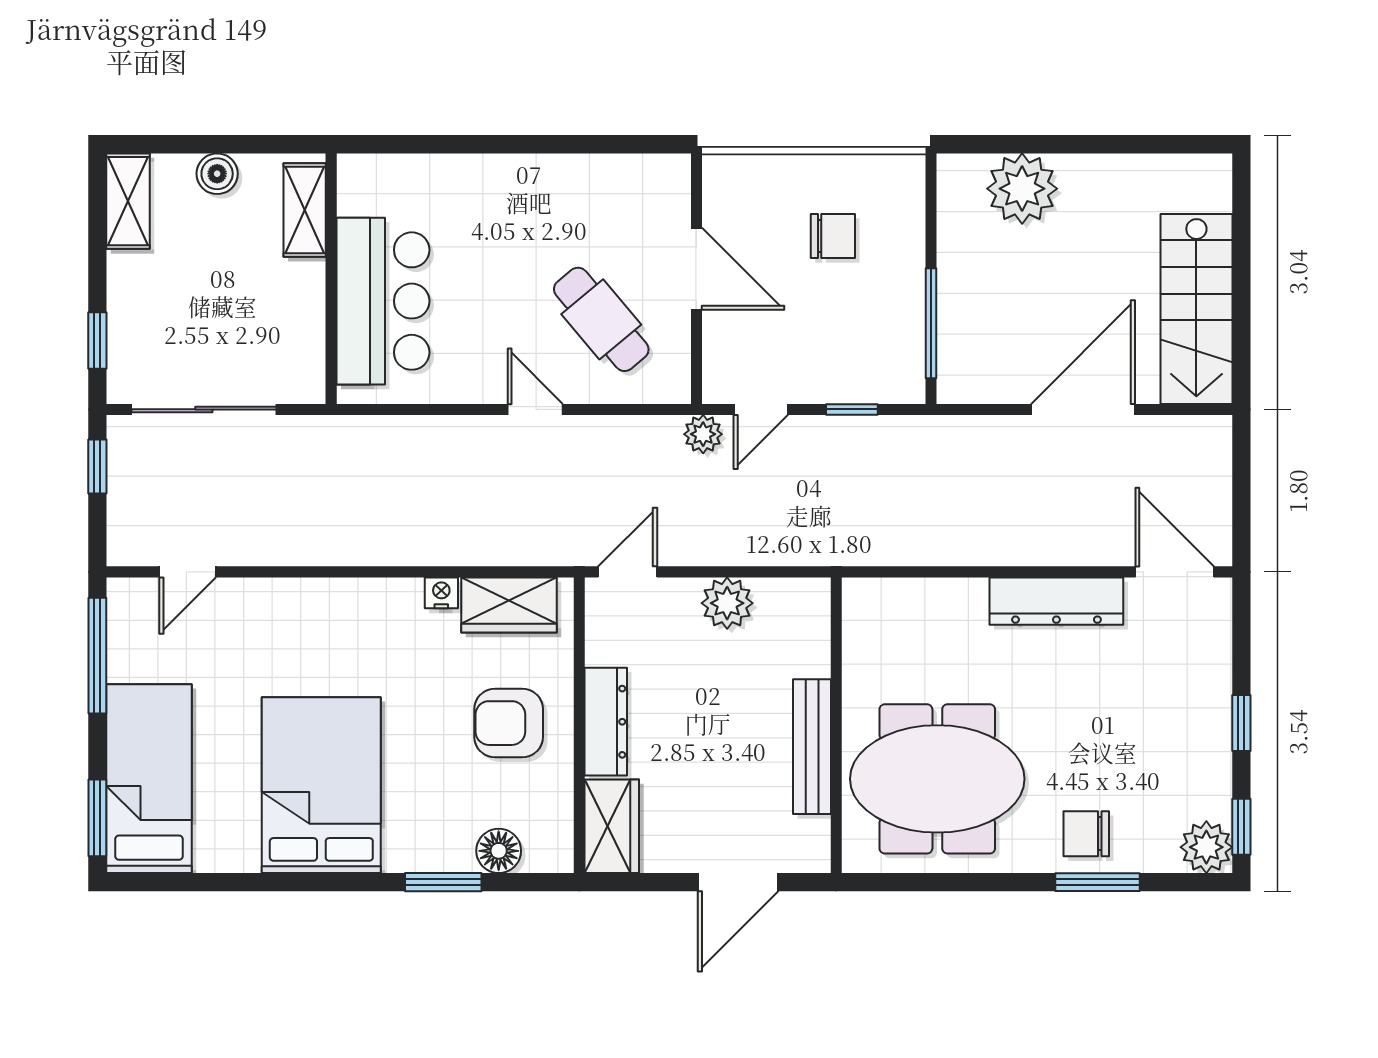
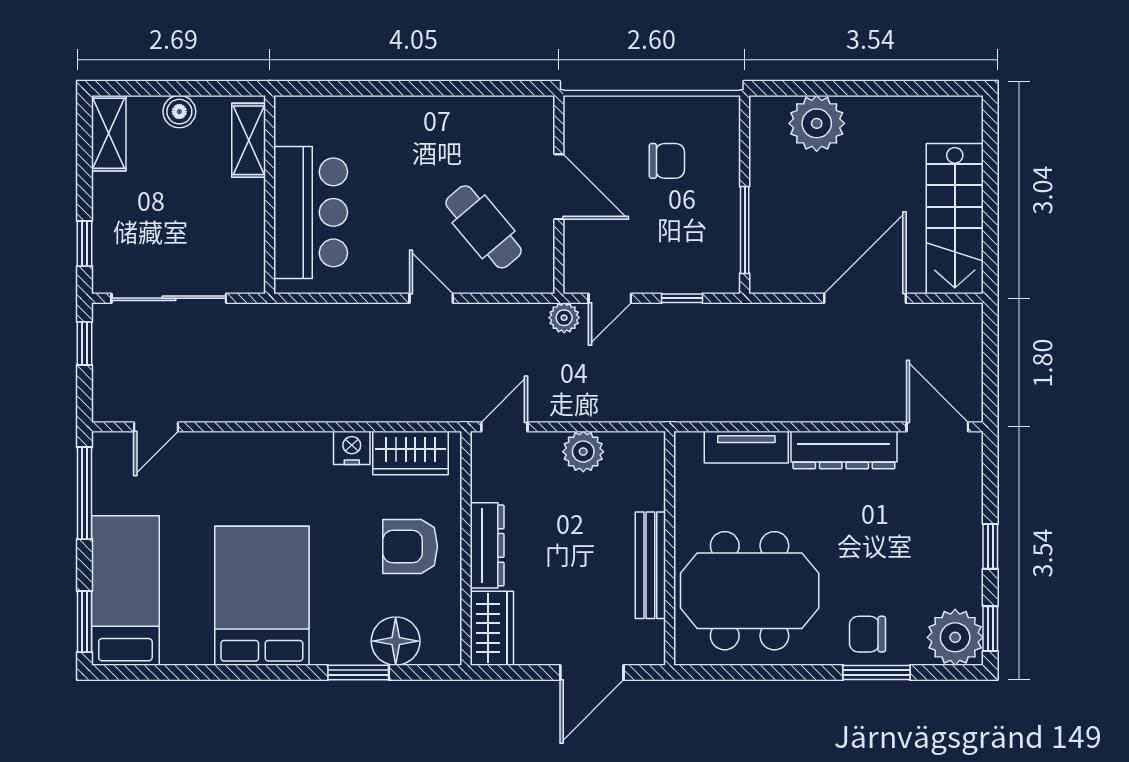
nightstand: (441, 593) -> (352, 448), width x1.39, depth x1.35
tv unit: (933, 597) -> (746, 447), added
plant: (1206, 847) -> (955, 637), width x1.36, depth x1.36
floor lamp: (499, 851) -> (396, 641), width x1.38, depth x1.38

